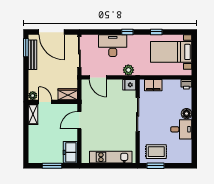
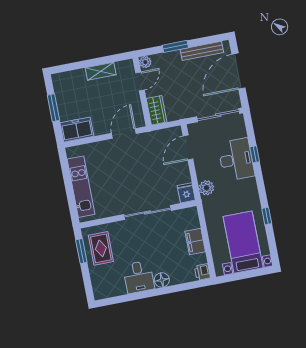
window: (127, 32) -> (255, 154), moved
window: (26, 48) -> (175, 46), moved
filing cabinet: (153, 85) -> (195, 241), moved
shelving: (33, 114) -> (101, 71), moved
door: (79, 120) -> (124, 133), hinge flipped

